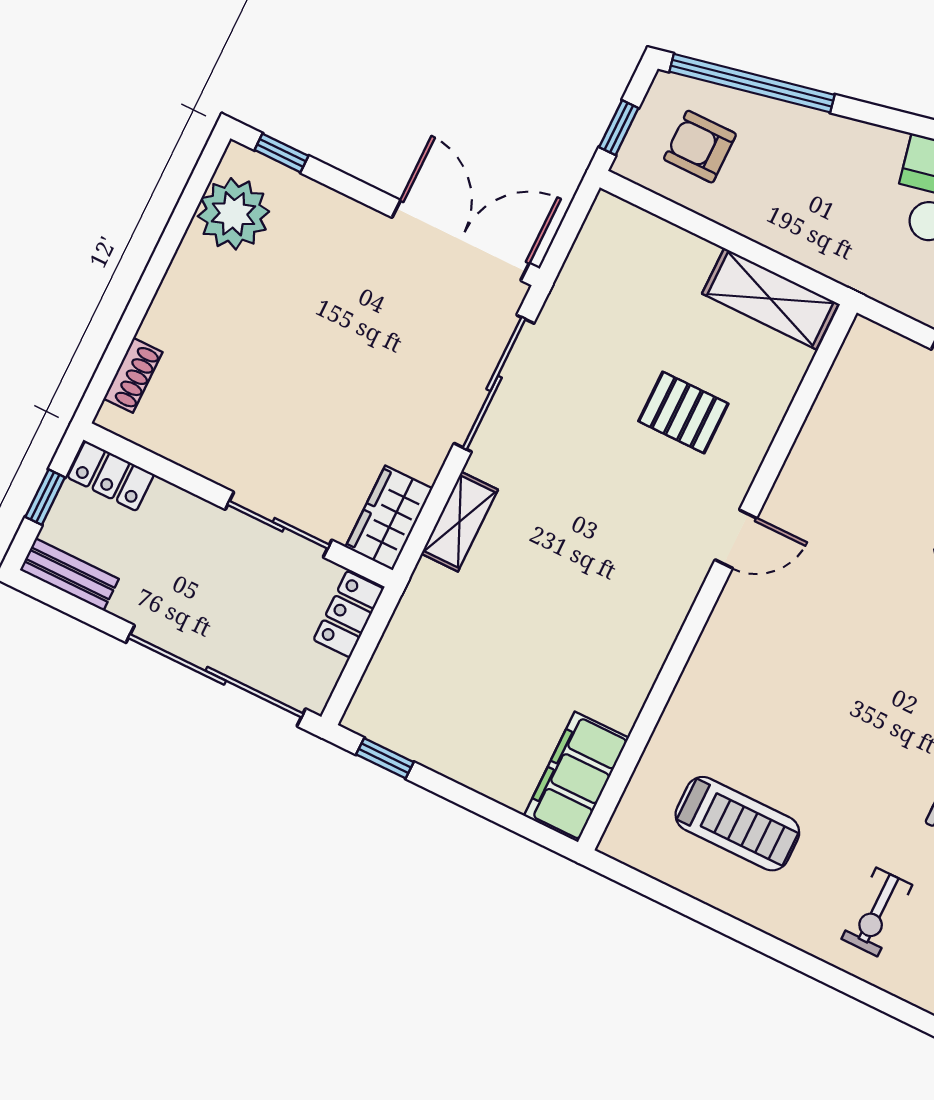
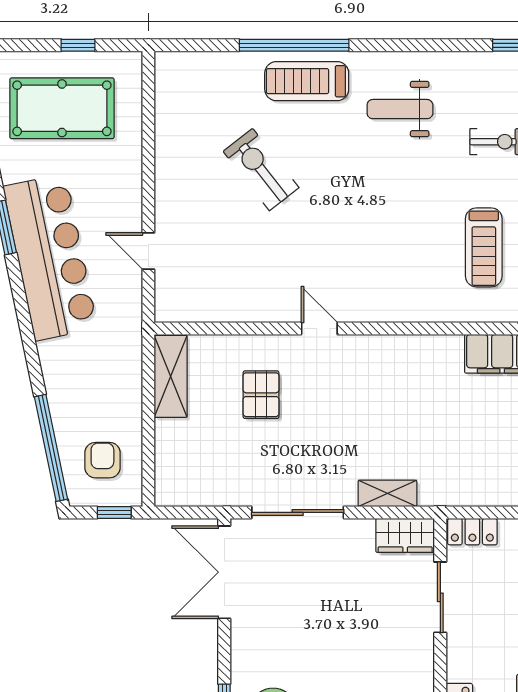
armchair: (700, 147) -> (102, 460), turned 180
treadmill: (737, 824) -> (484, 247), turned 180

